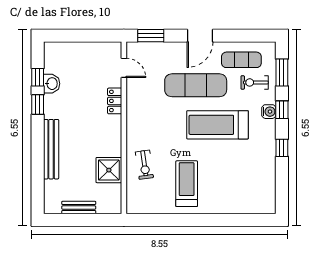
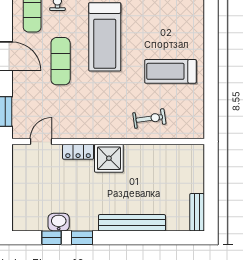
exercise mat: (196, 85) -> (61, 61), width x0.73, depth x0.69
shower: (109, 170) -> (109, 158), moved
bench: (79, 208) -> (197, 212), moved

